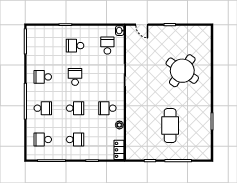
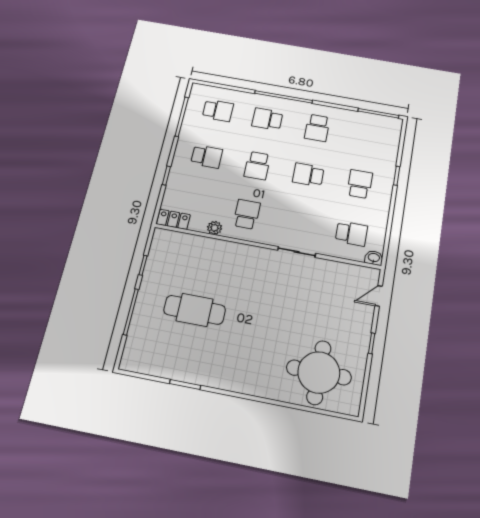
round table: (182, 71) -> (319, 372), moved, turned -35
school desk: (43, 77) -> (317, 128), turned 180
school desk: (75, 77) -> (308, 175), turned 180
school desk: (43, 108) -> (267, 119), turned 90
school desk: (43, 139) -> (218, 110), turned 90
school desk: (75, 139) -> (207, 156), turned -90

